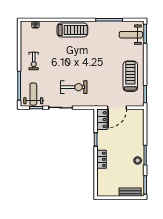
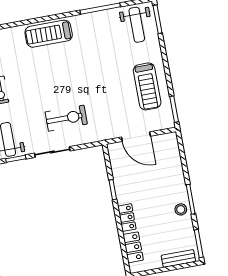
treadmill: (72, 30) -> (49, 34), turned 180
weight bench: (131, 35) -> (137, 25), turned -90
treadmill: (130, 76) -> (147, 86), turned 180
door: (117, 108) -> (136, 137), hinge flipped
locker: (102, 120) -> (133, 247), moved

